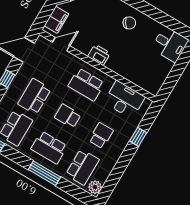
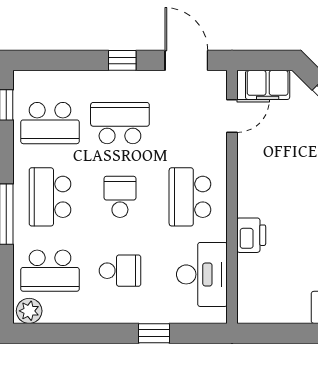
door: (61, 44) -> (232, 116), hinge flipped
printer: (99, 55) -> (251, 235), moved

